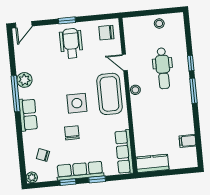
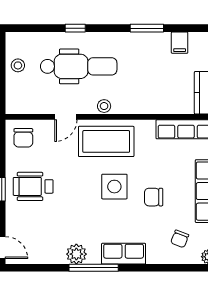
dental chair: (163, 68) -> (79, 66), width x1.36, depth x1.38
window: (193, 91) -> (147, 28), moved

